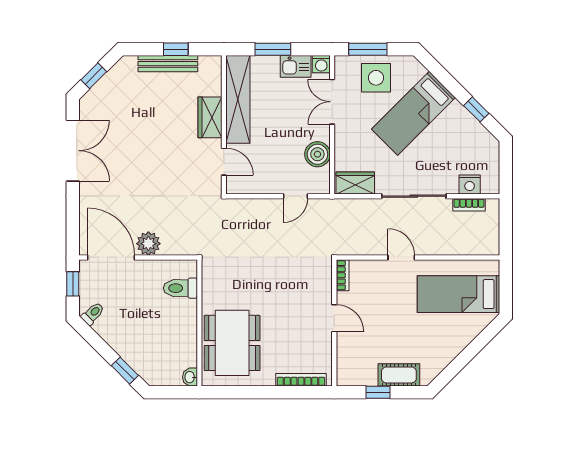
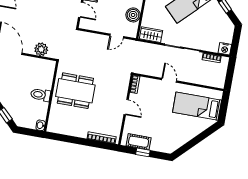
nightstand: (470, 184) -> (225, 49), moved
plant: (148, 244) -> (41, 49), moved
toilet: (180, 288) -> (41, 95), moved
dining table: (232, 343) -> (75, 91), moved, turned 90
cot: (399, 375) -> (139, 142), moved

